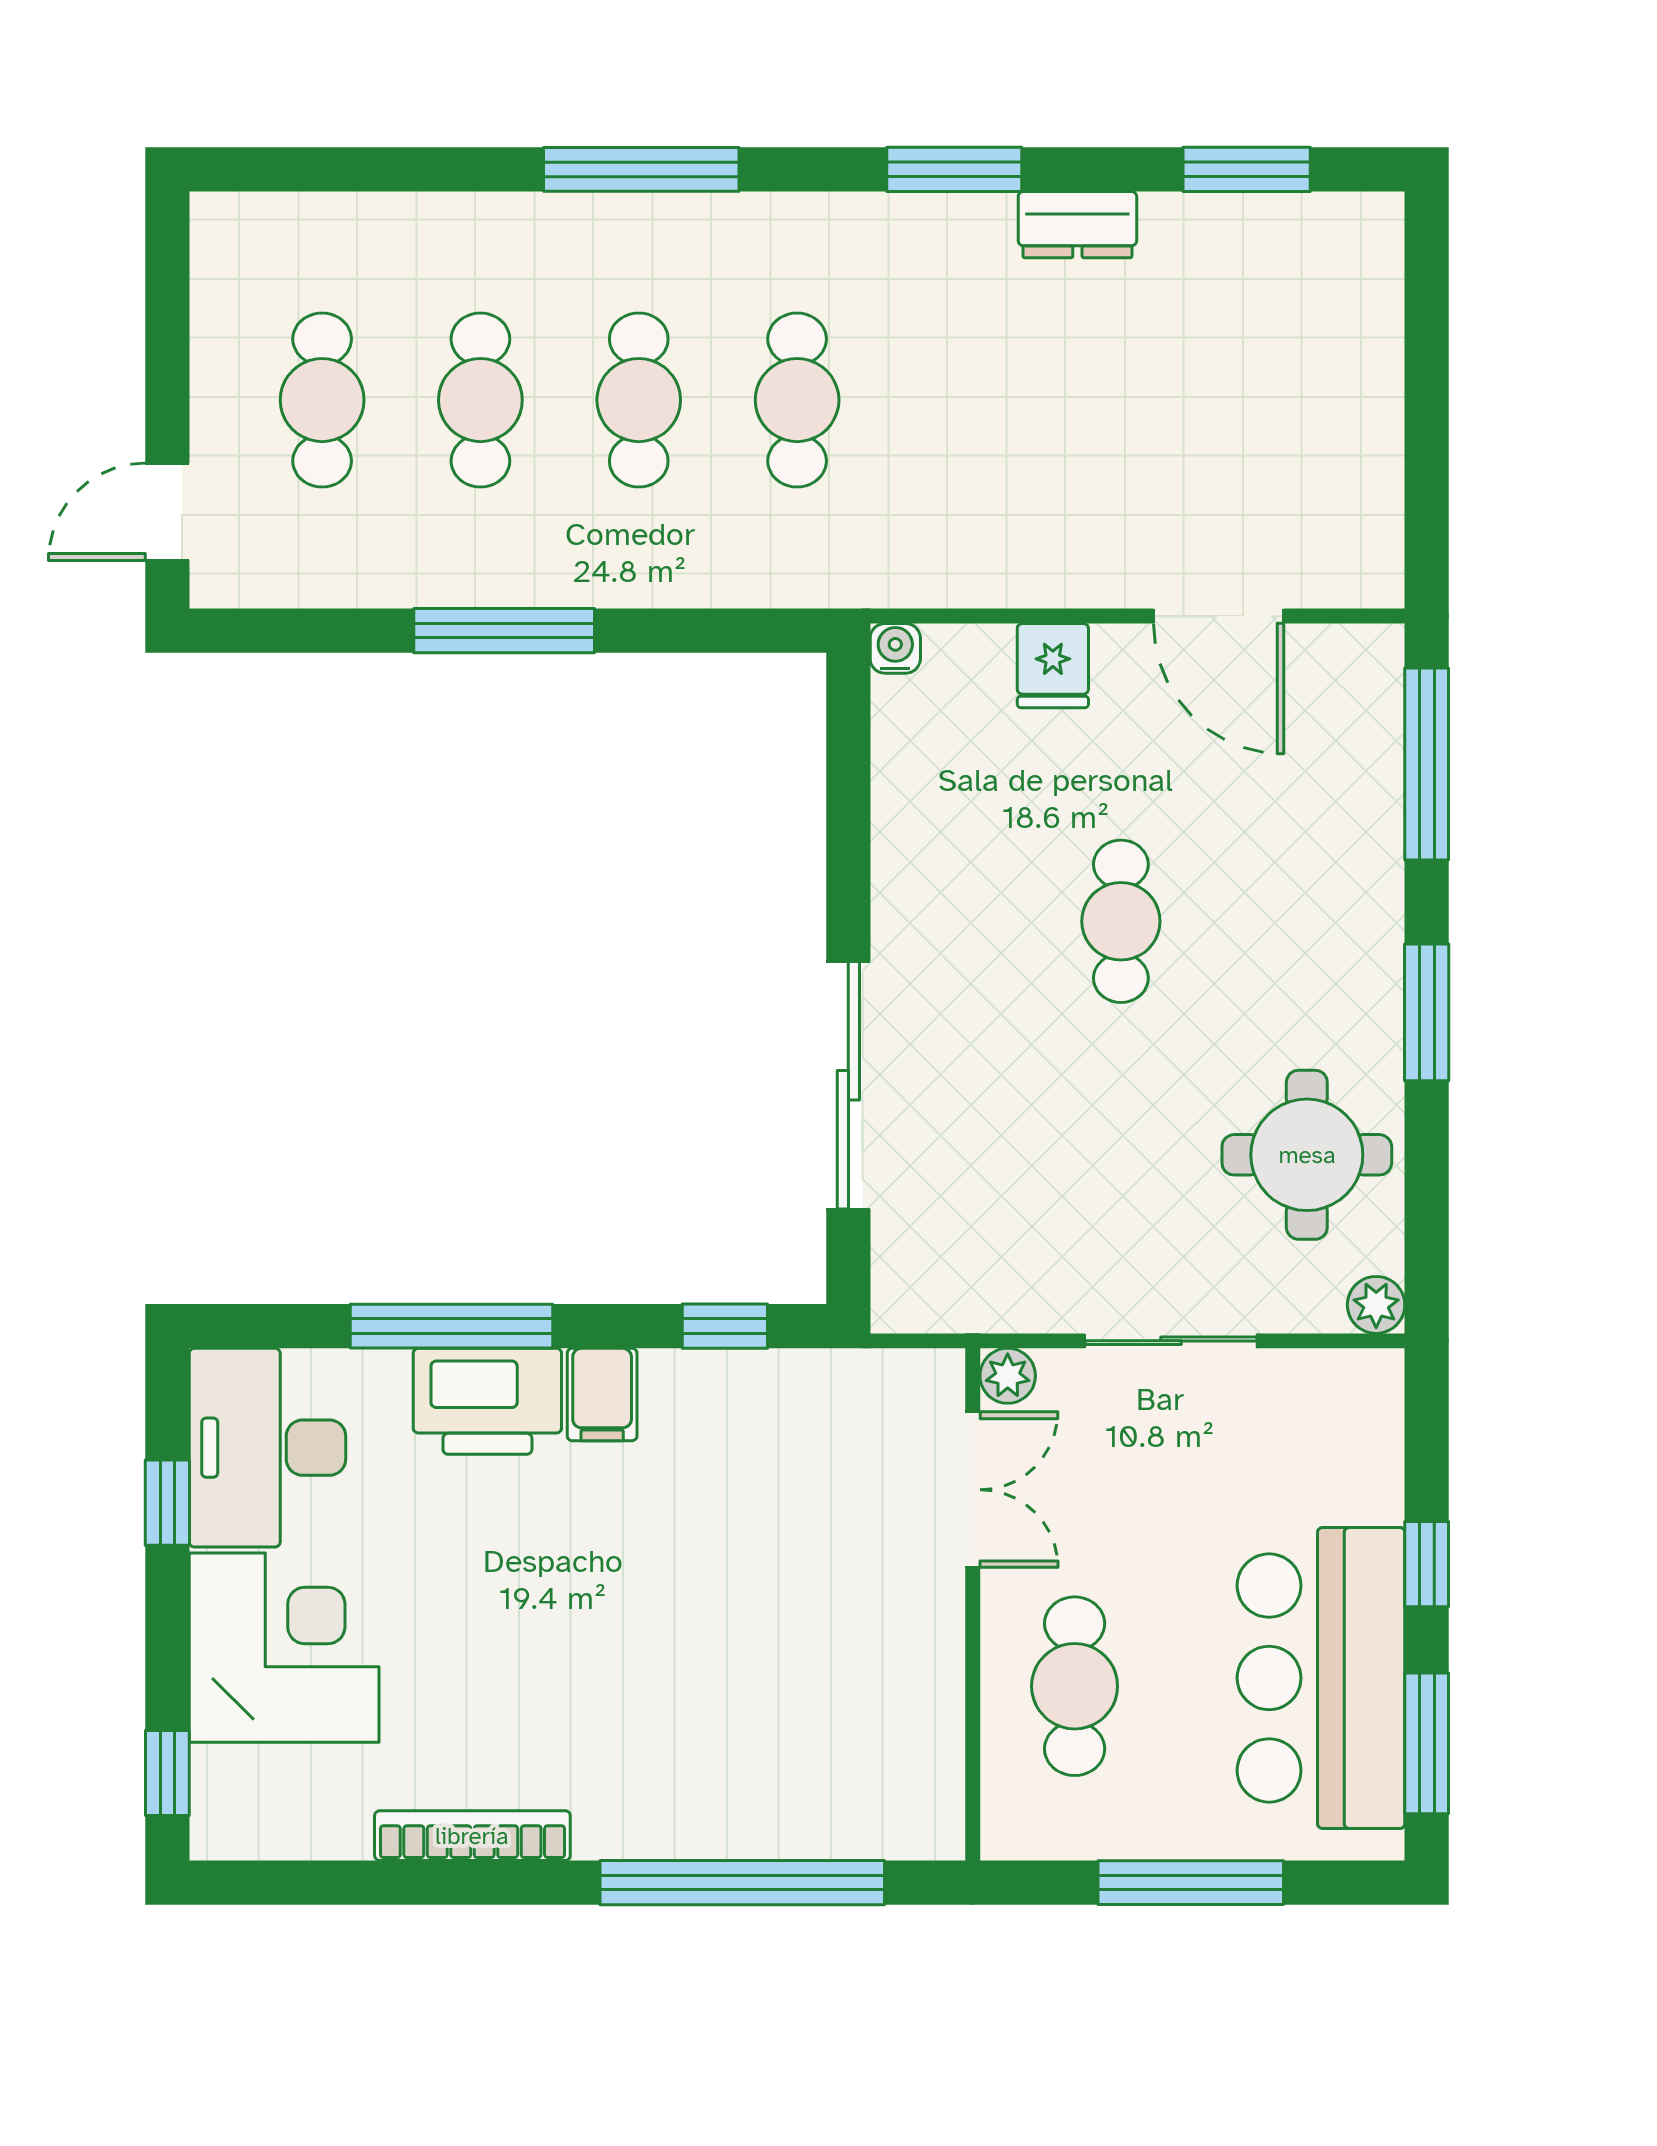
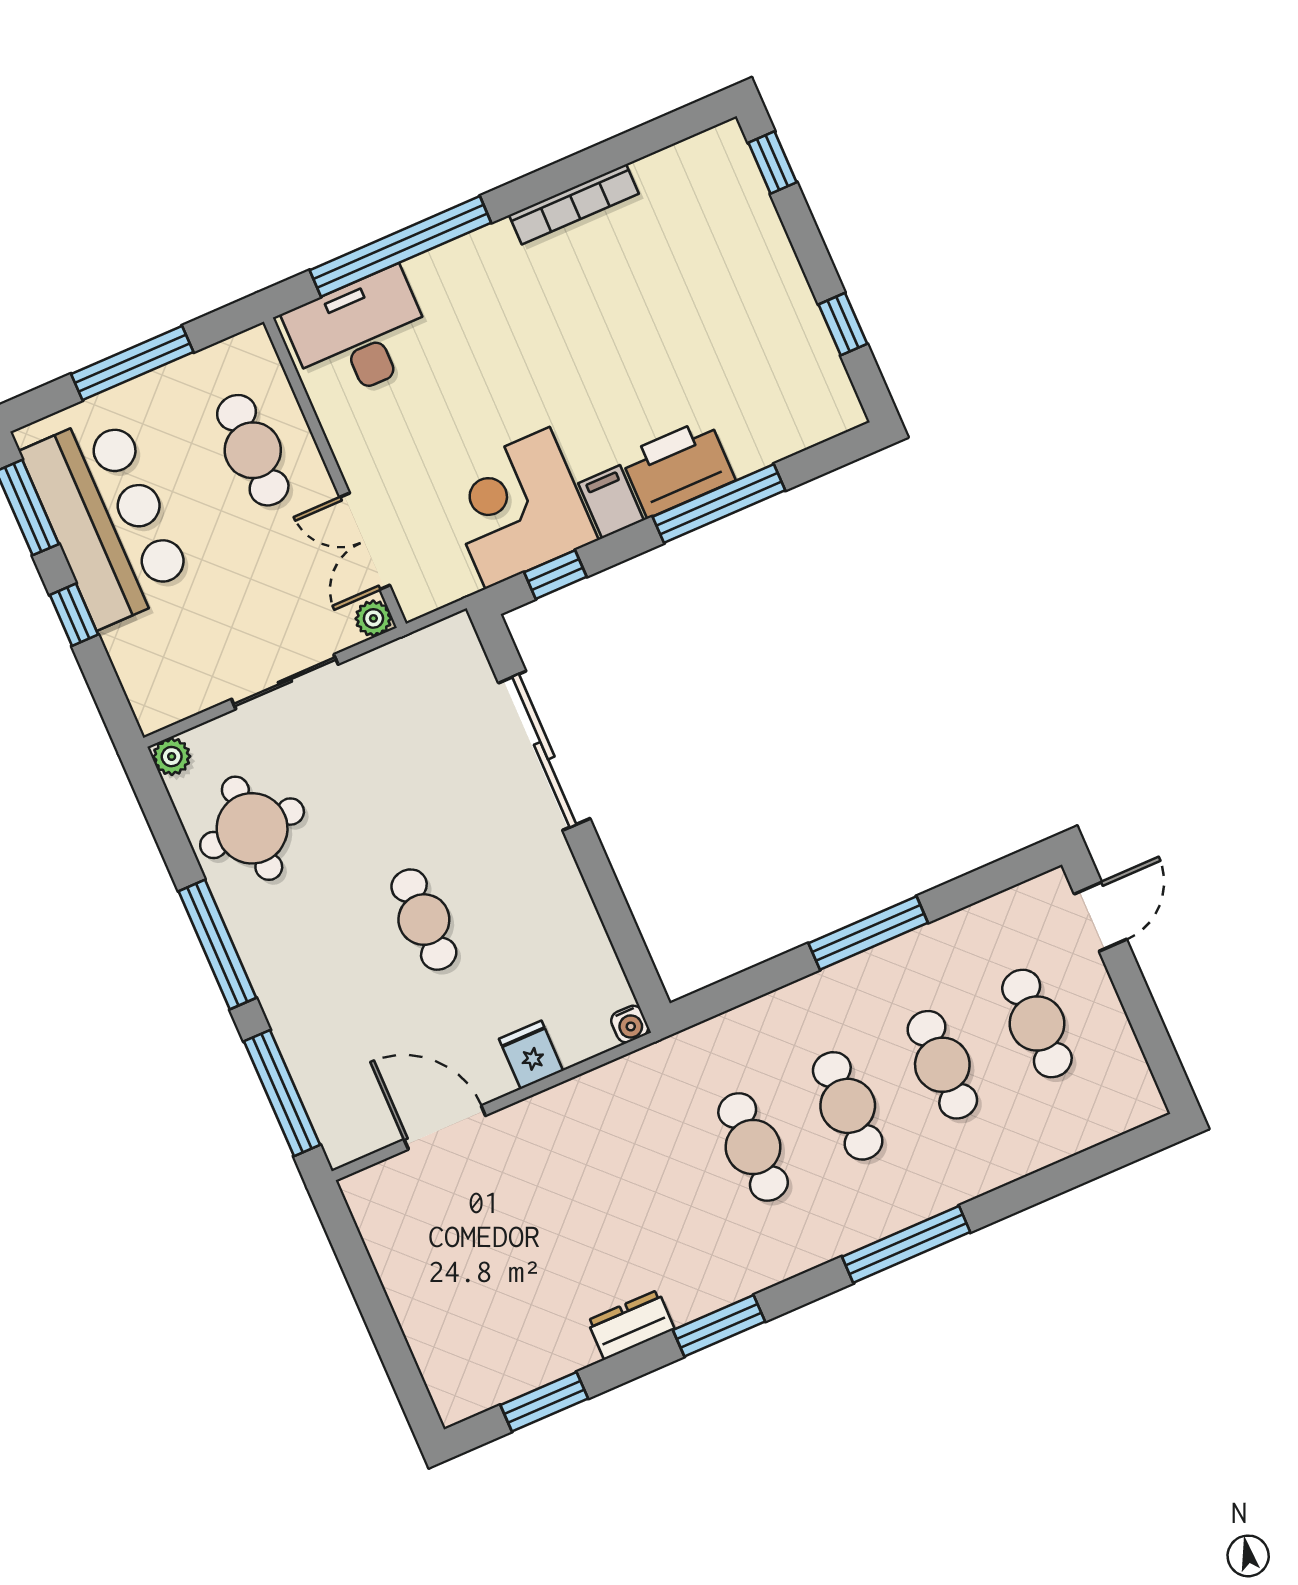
window: (1427, 1012) -> (217, 945), width x1.44
desk: (268, 1448) -> (360, 335), moved, turned -90
corner desk: (284, 1648) -> (518, 508), moved, turned 90

